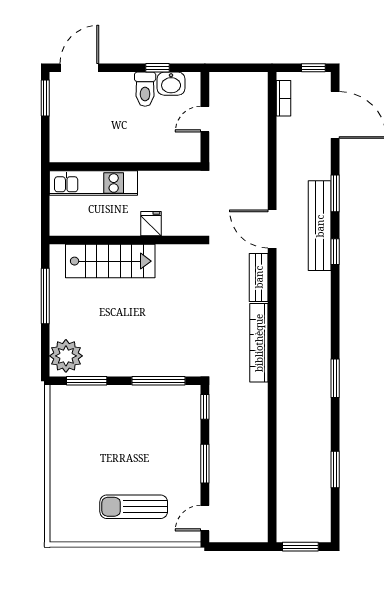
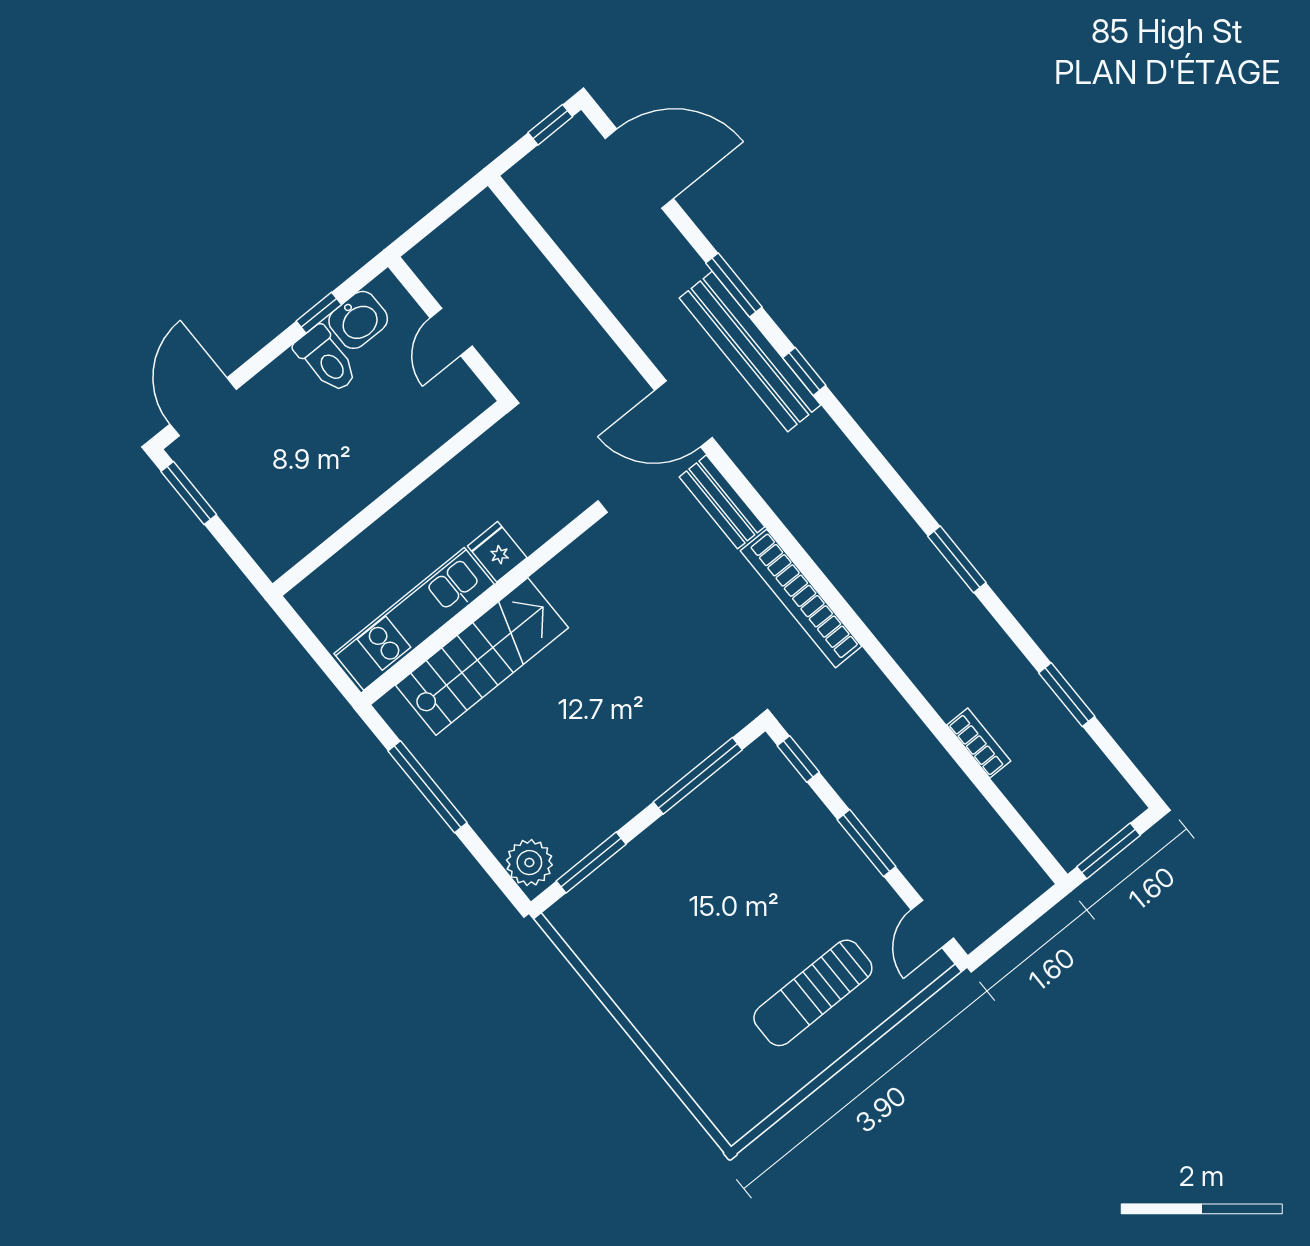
bookcase: (283, 98) -> (979, 743), moved
kitchen unit: (93, 183) -> (414, 619), moved, turned 180
plant: (66, 356) -> (529, 863), width x0.73, depth x0.73

